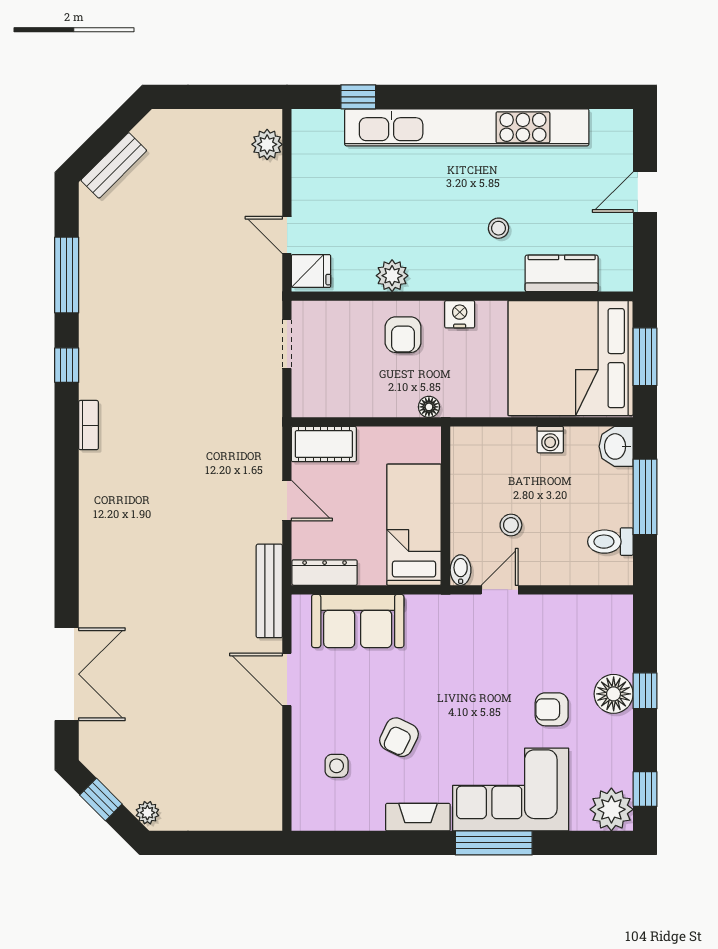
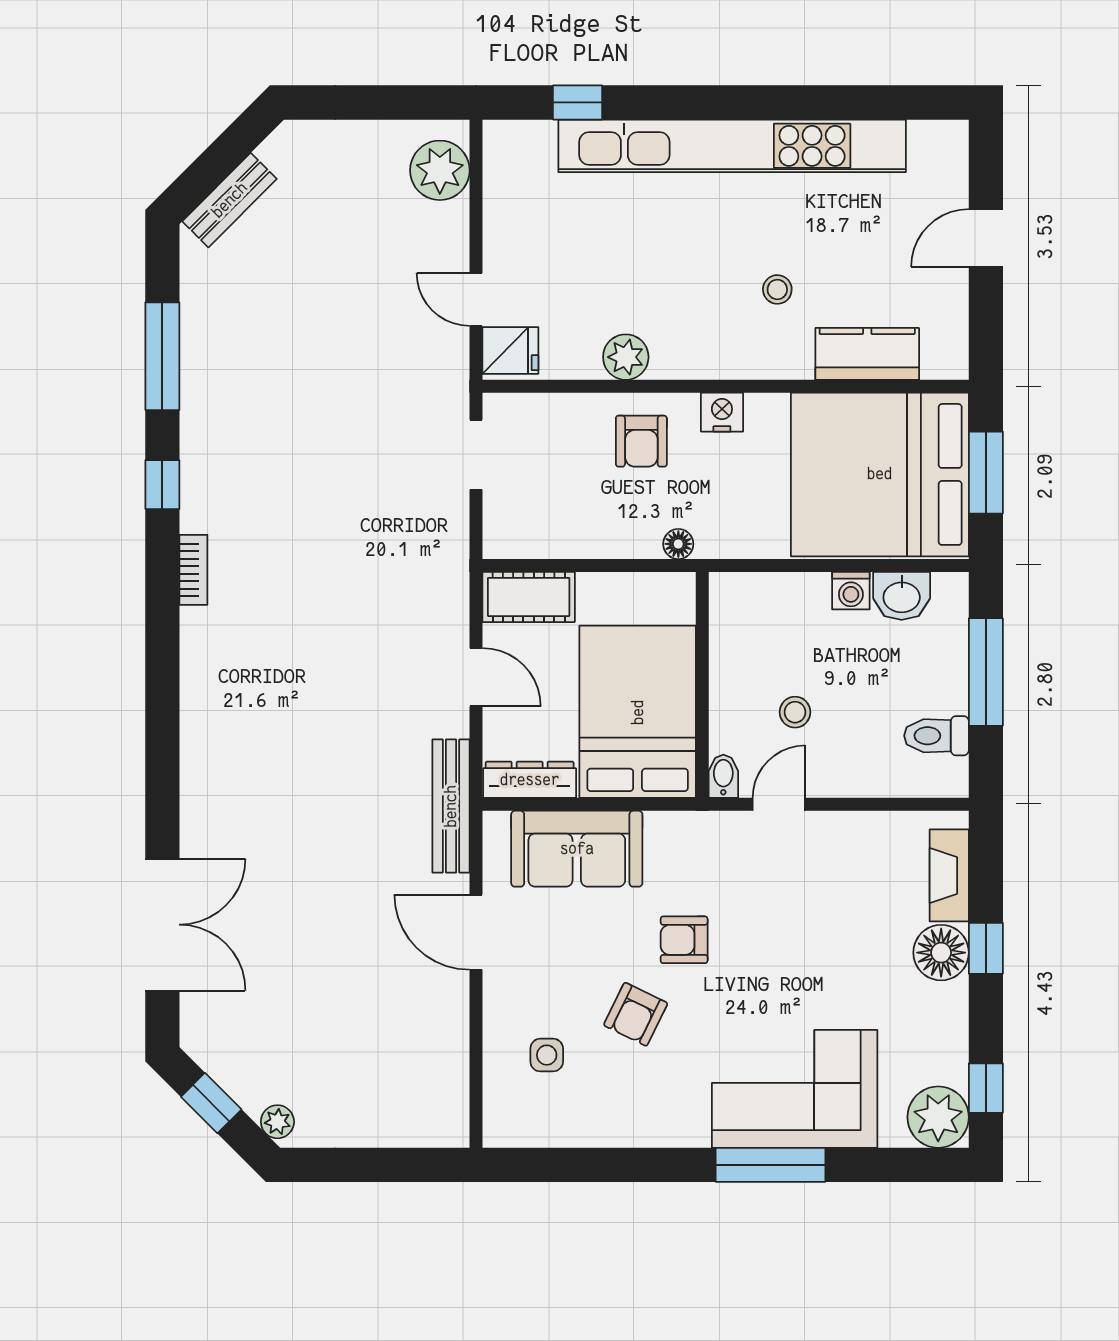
plant: (267, 144) -> (440, 170), width x1.36, depth x1.36
washbasin: (616, 446) -> (902, 596), moved, turned -90
bed: (414, 525) -> (638, 712), width x1.50
armchair: (552, 709) -> (684, 940), moved
fireplace: (418, 817) -> (949, 875), moved, turned -90

